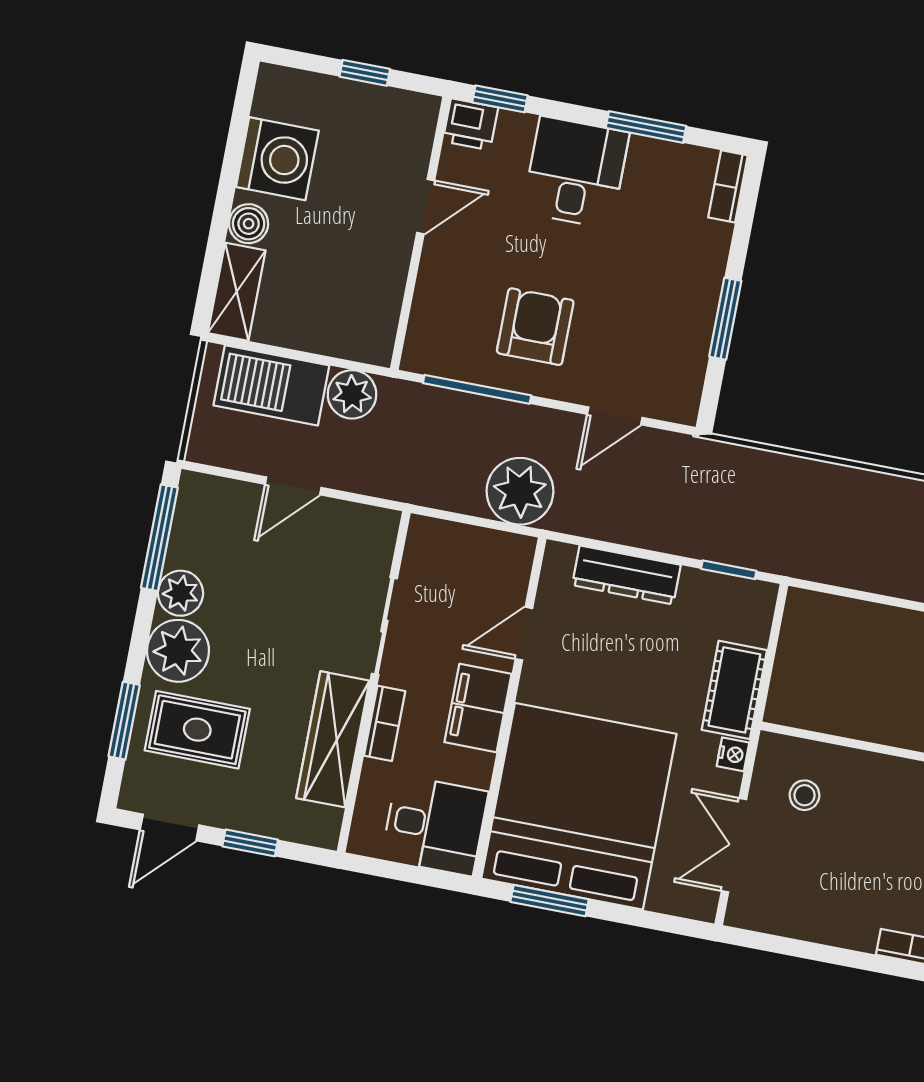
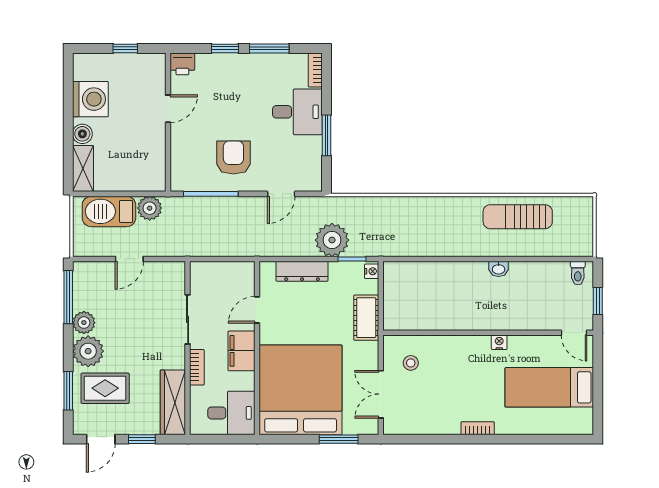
window: (500, 99) -> (225, 48), moved
desk: (576, 172) -> (297, 112), moved, turned 90
plant: (520, 491) -> (332, 240), moved
wardrobe: (333, 739) -> (173, 402), moved
nightstand: (733, 754) -> (372, 271), moved
window: (550, 901) -> (339, 439), moved

